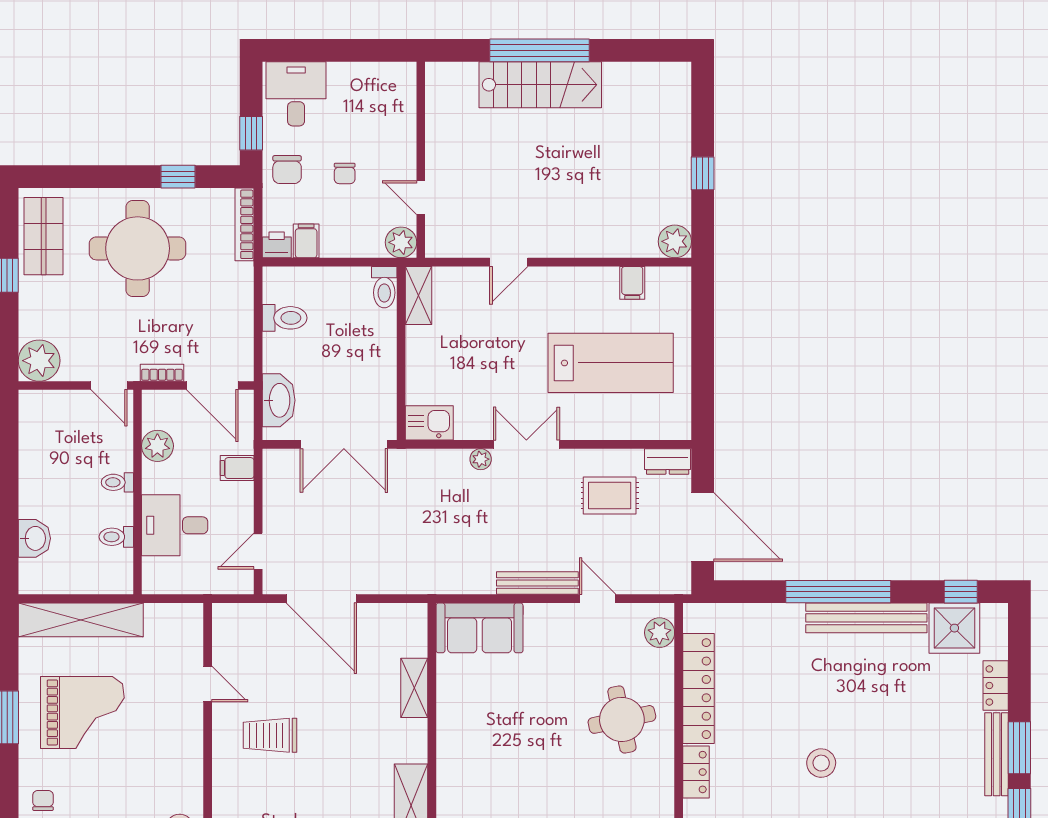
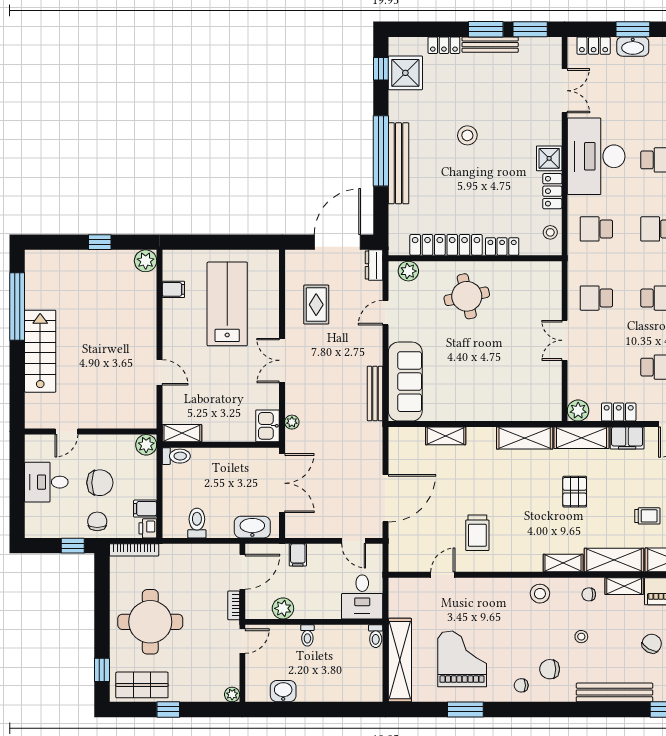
window: (540, 50) -> (17, 307), moved
desk: (296, 94) -> (46, 482), moved
chair: (287, 170) -> (97, 521), turned -90
chair: (345, 173) -> (100, 483), width x1.87, depth x1.87
window: (178, 177) -> (102, 670), moved
door: (421, 198) -> (66, 432), moved
plant: (39, 361) -> (232, 694), width x0.53, depth x0.53
plant: (481, 459) -> (292, 422), moved
dresser: (668, 461) -> (374, 265), moved, turned 180
desk: (175, 525) -> (362, 597), moved
toilet: (116, 537) -> (376, 636), moved
washbasin: (34, 538) -> (283, 691), moved
bench: (537, 583) -> (375, 394), moved
bench: (866, 618) -> (399, 163), moved
sofa: (479, 628) -> (405, 382), width x1.36
stool: (821, 763) -> (467, 135), moved

